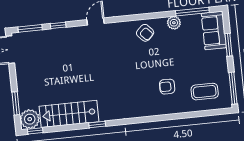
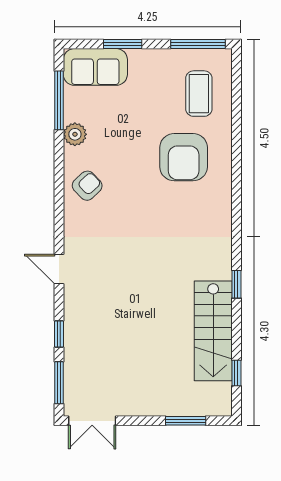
armchair: (167, 87) -> (184, 157), width x1.88, depth x1.88
plant: (30, 119) -> (215, 400), removed
window: (35, 131) -> (236, 373), moved

